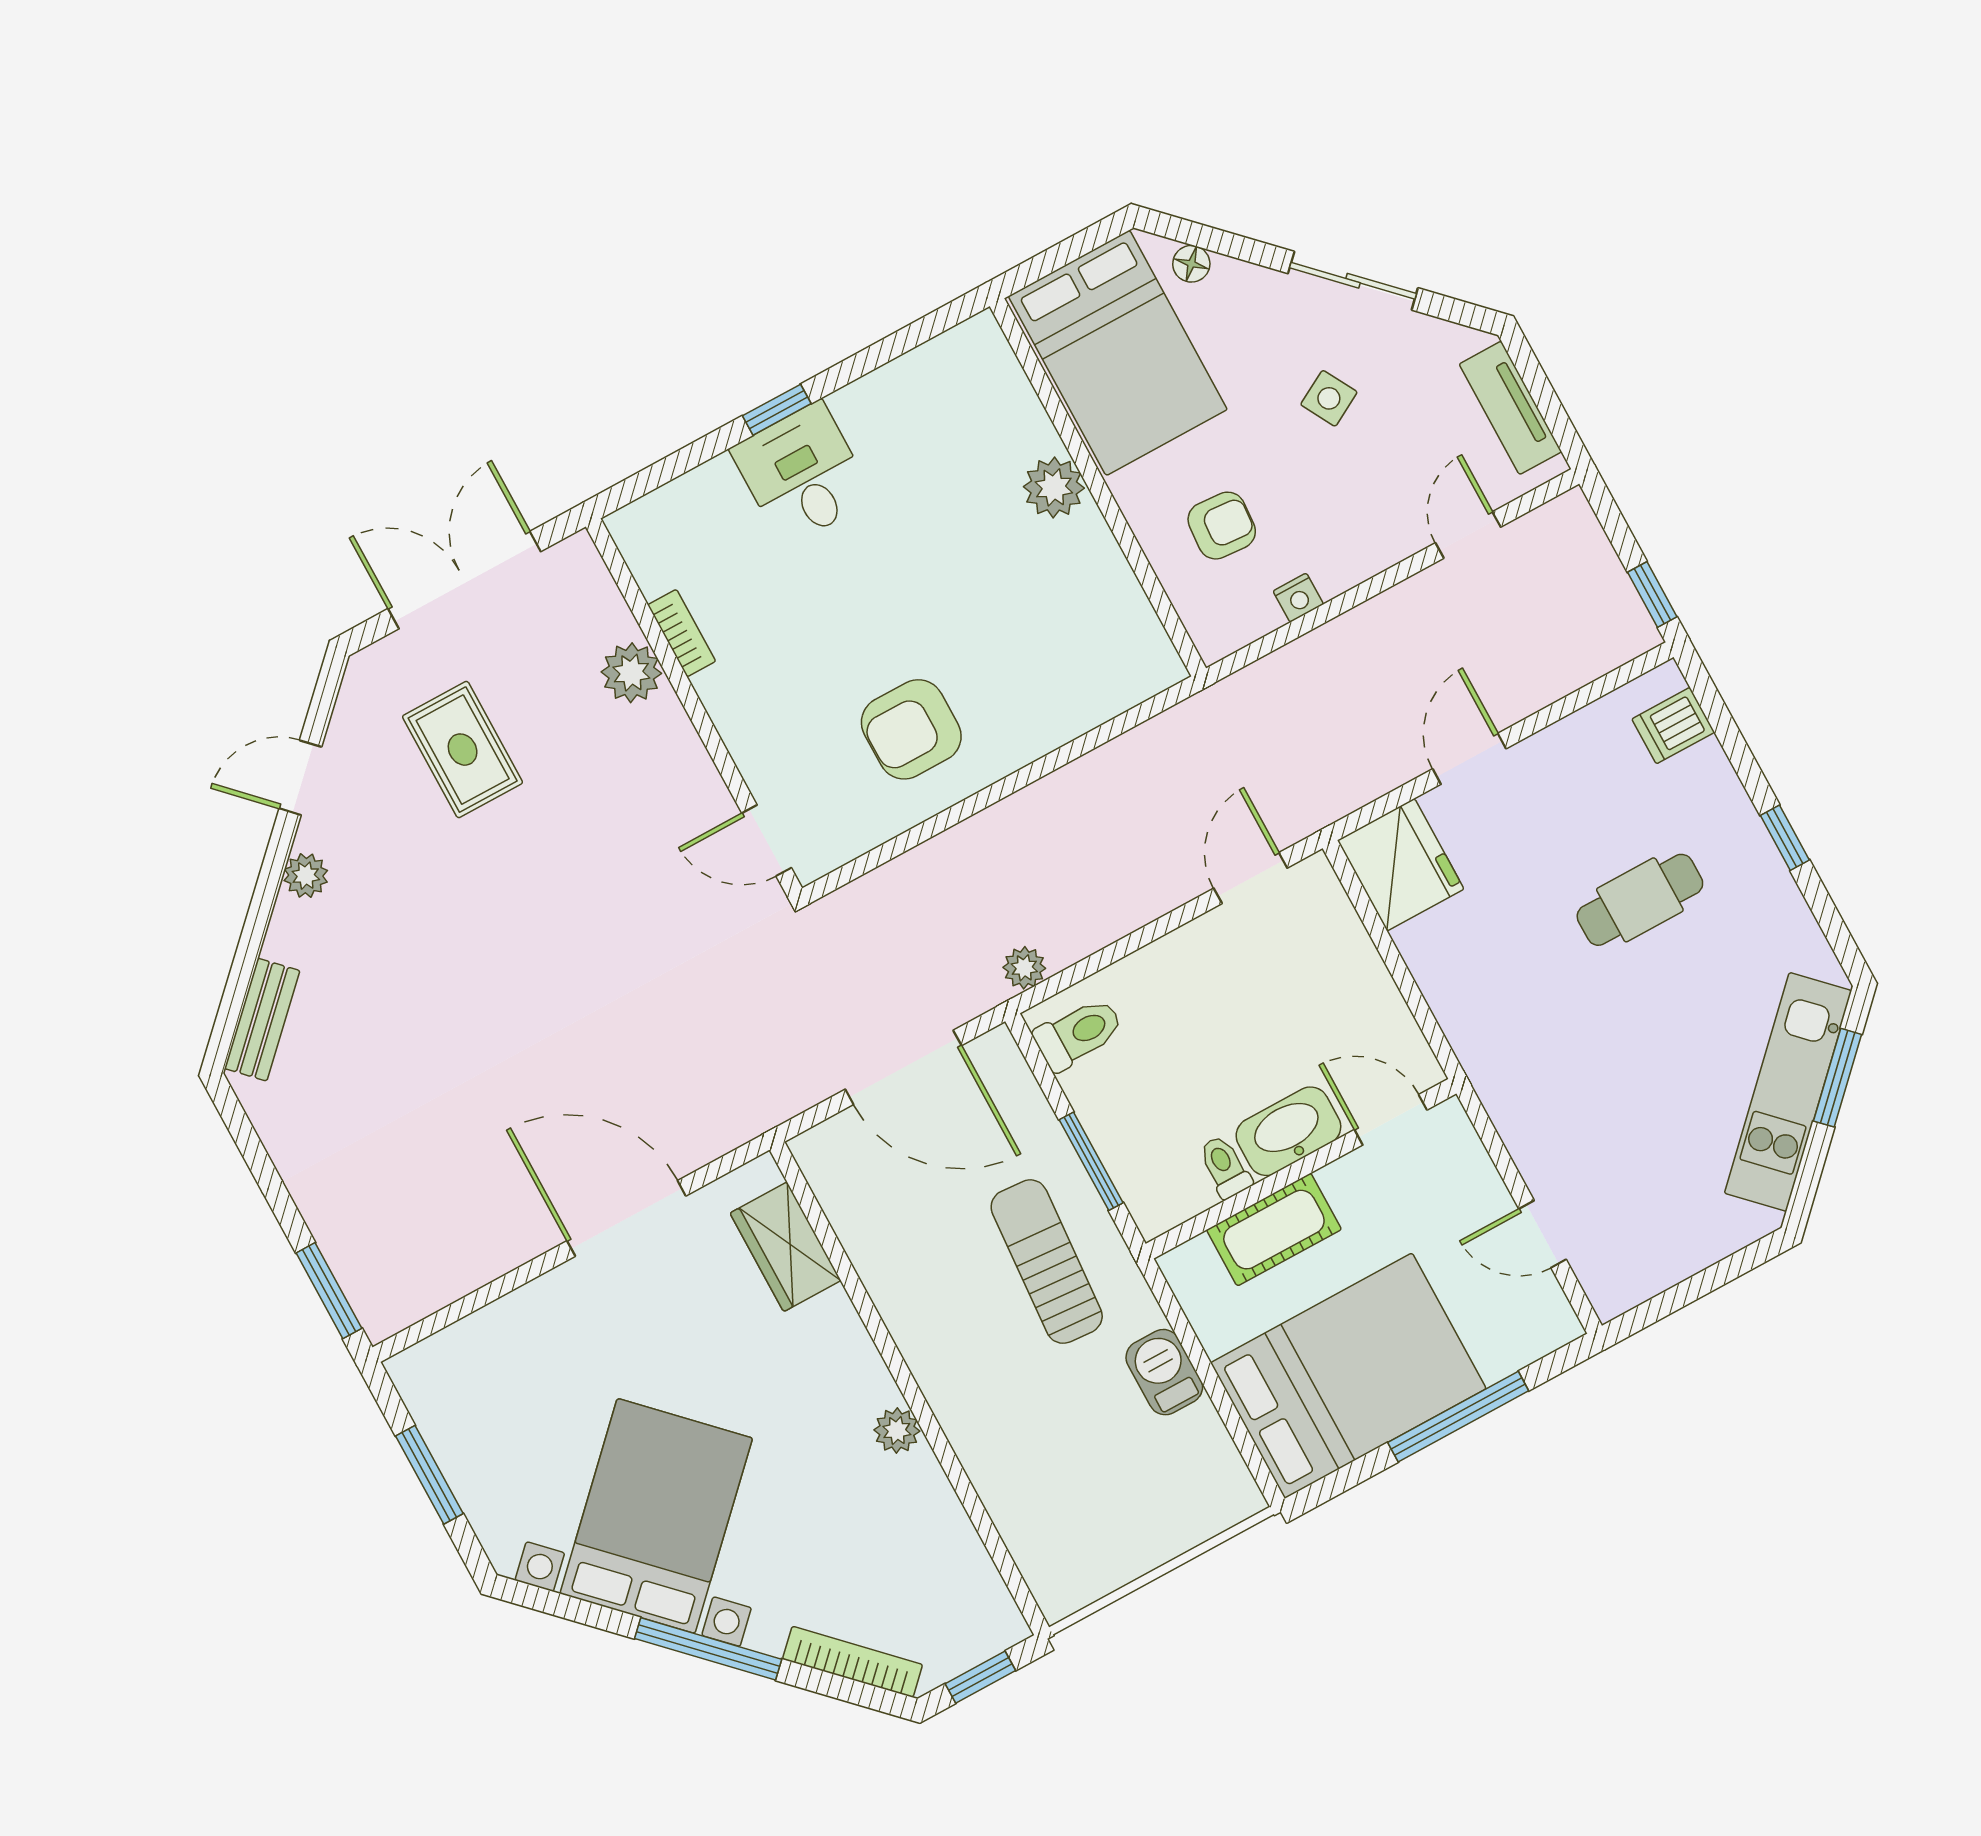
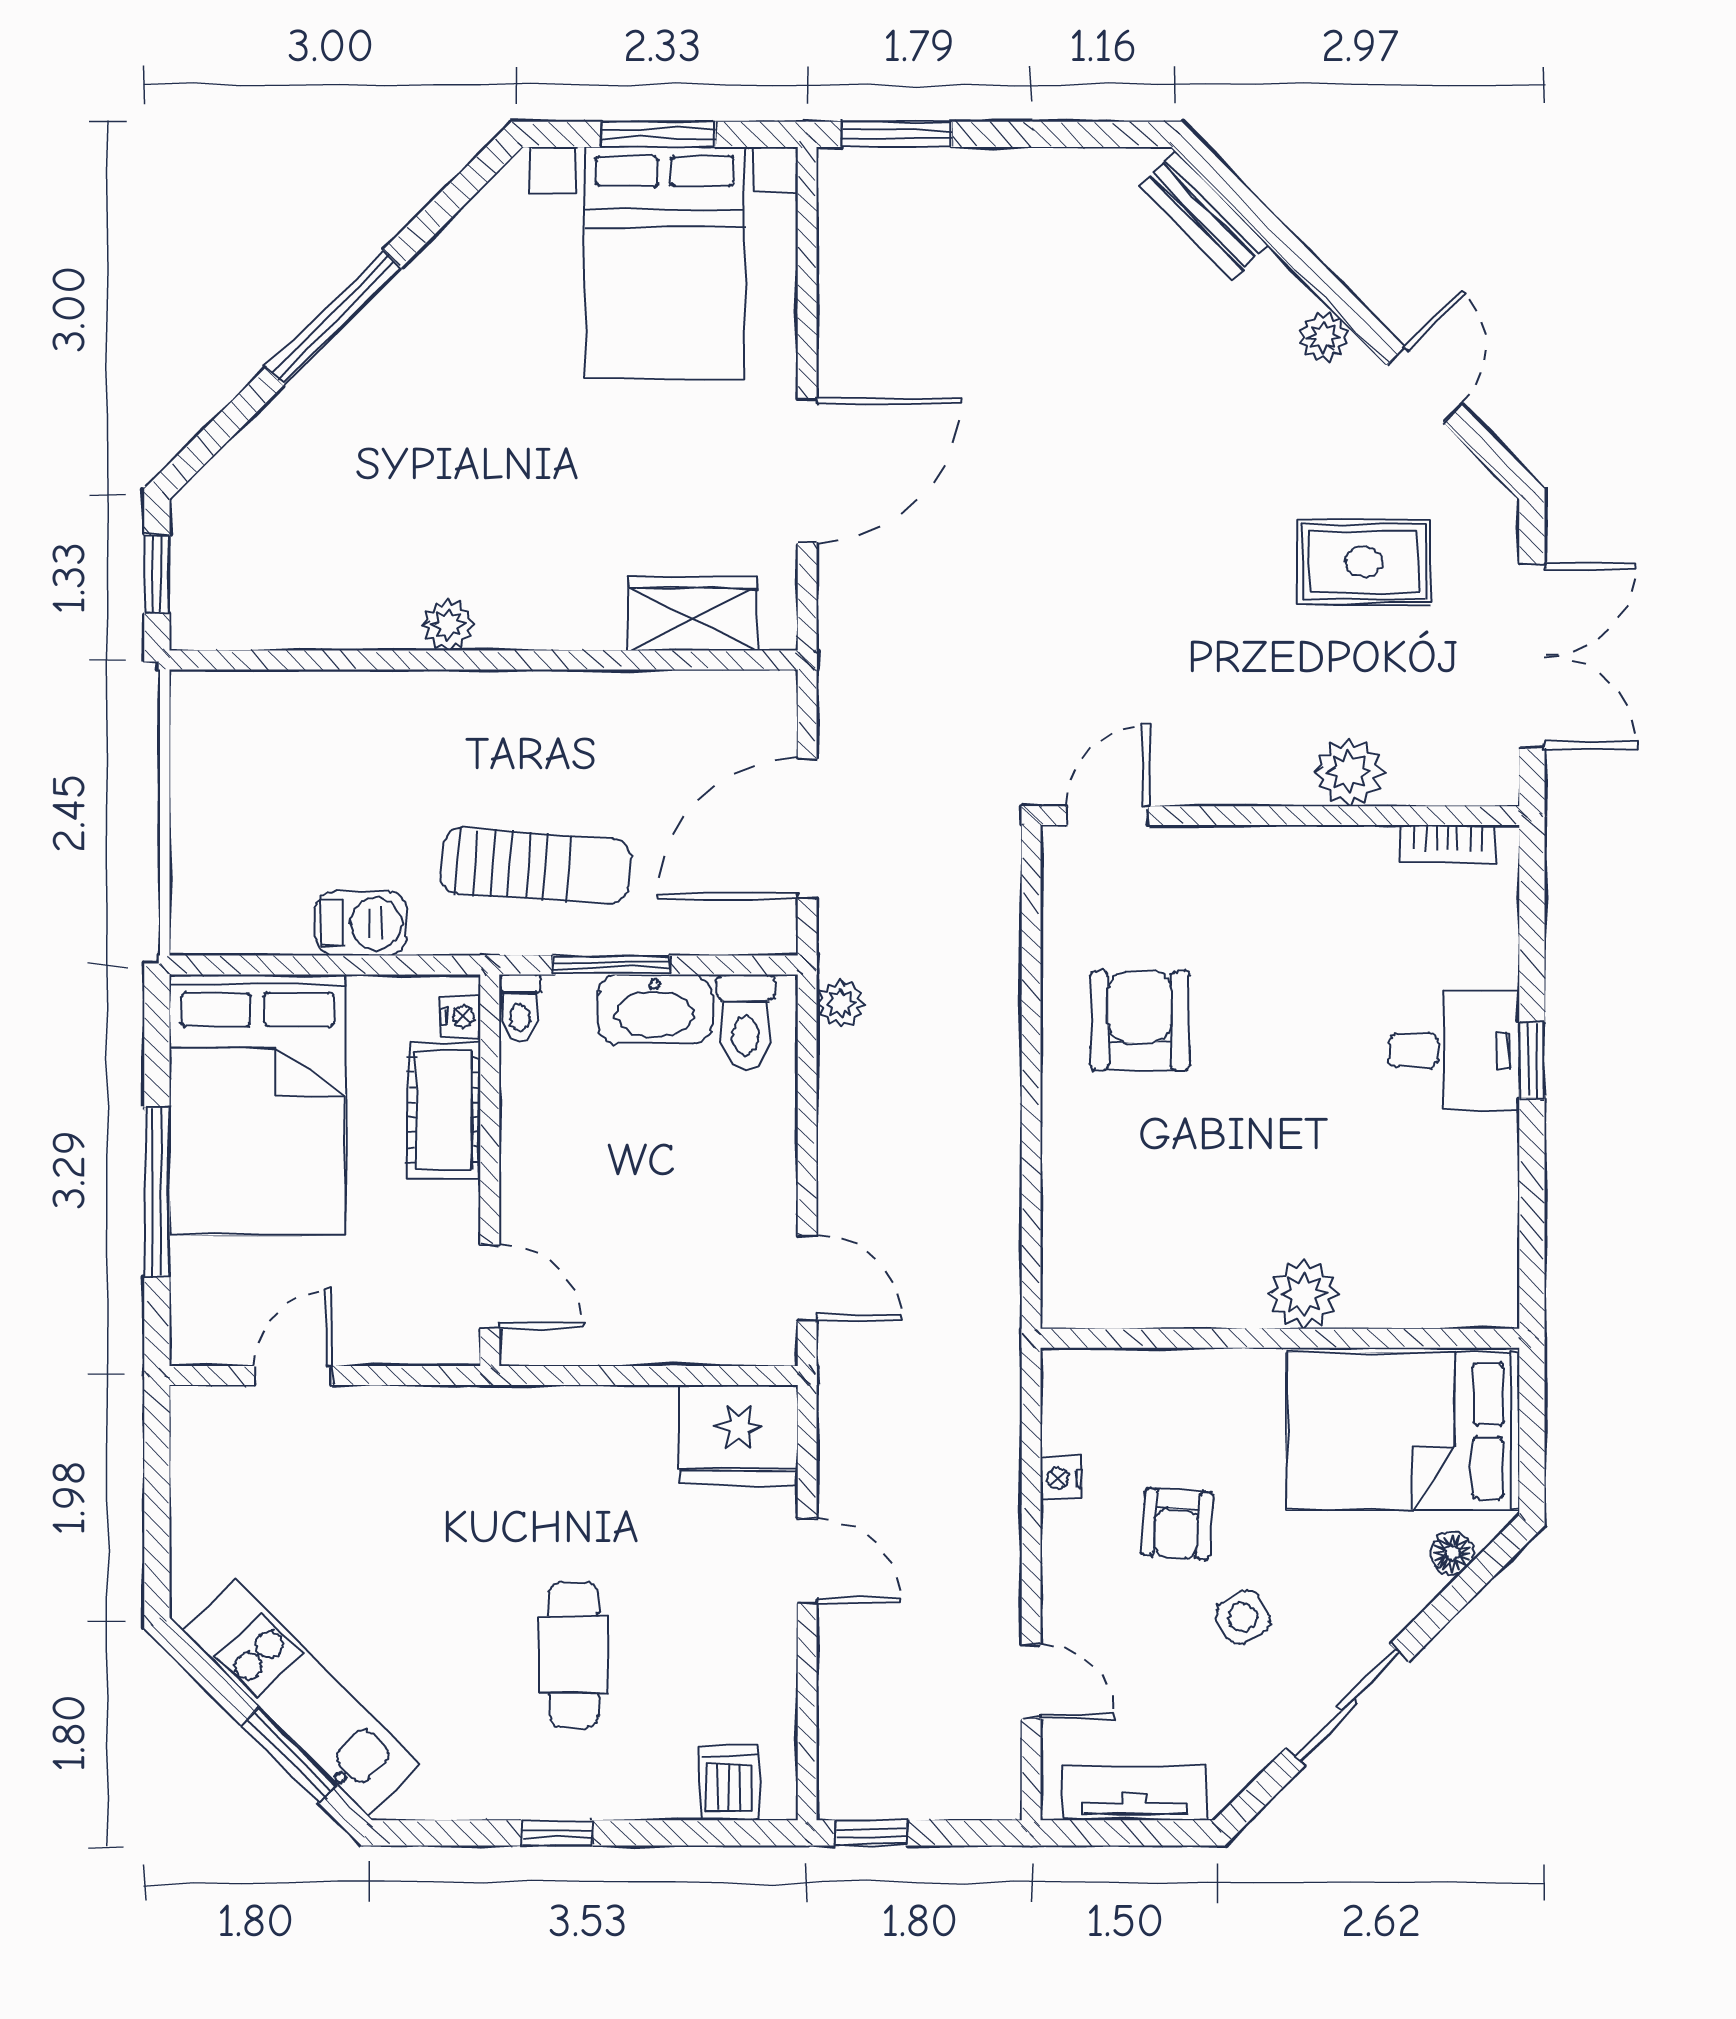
armchair: (1222, 526) -> (1177, 1524), moved
bookcase: (682, 633) -> (1448, 844), moved
door: (1391, 1120) -> (490, 1286), hinge flipped
washbasin: (1288, 1131) -> (655, 1009), moved, turned 90
toilet: (1225, 1167) -> (520, 1008), moved, turned 90
nightstand: (1194, 1256) -> (460, 1016), added
bed with nightstands: (656, 1516) -> (665, 263), moved, turned 45
bookcase: (853, 1662) -> (242, 455), removed

